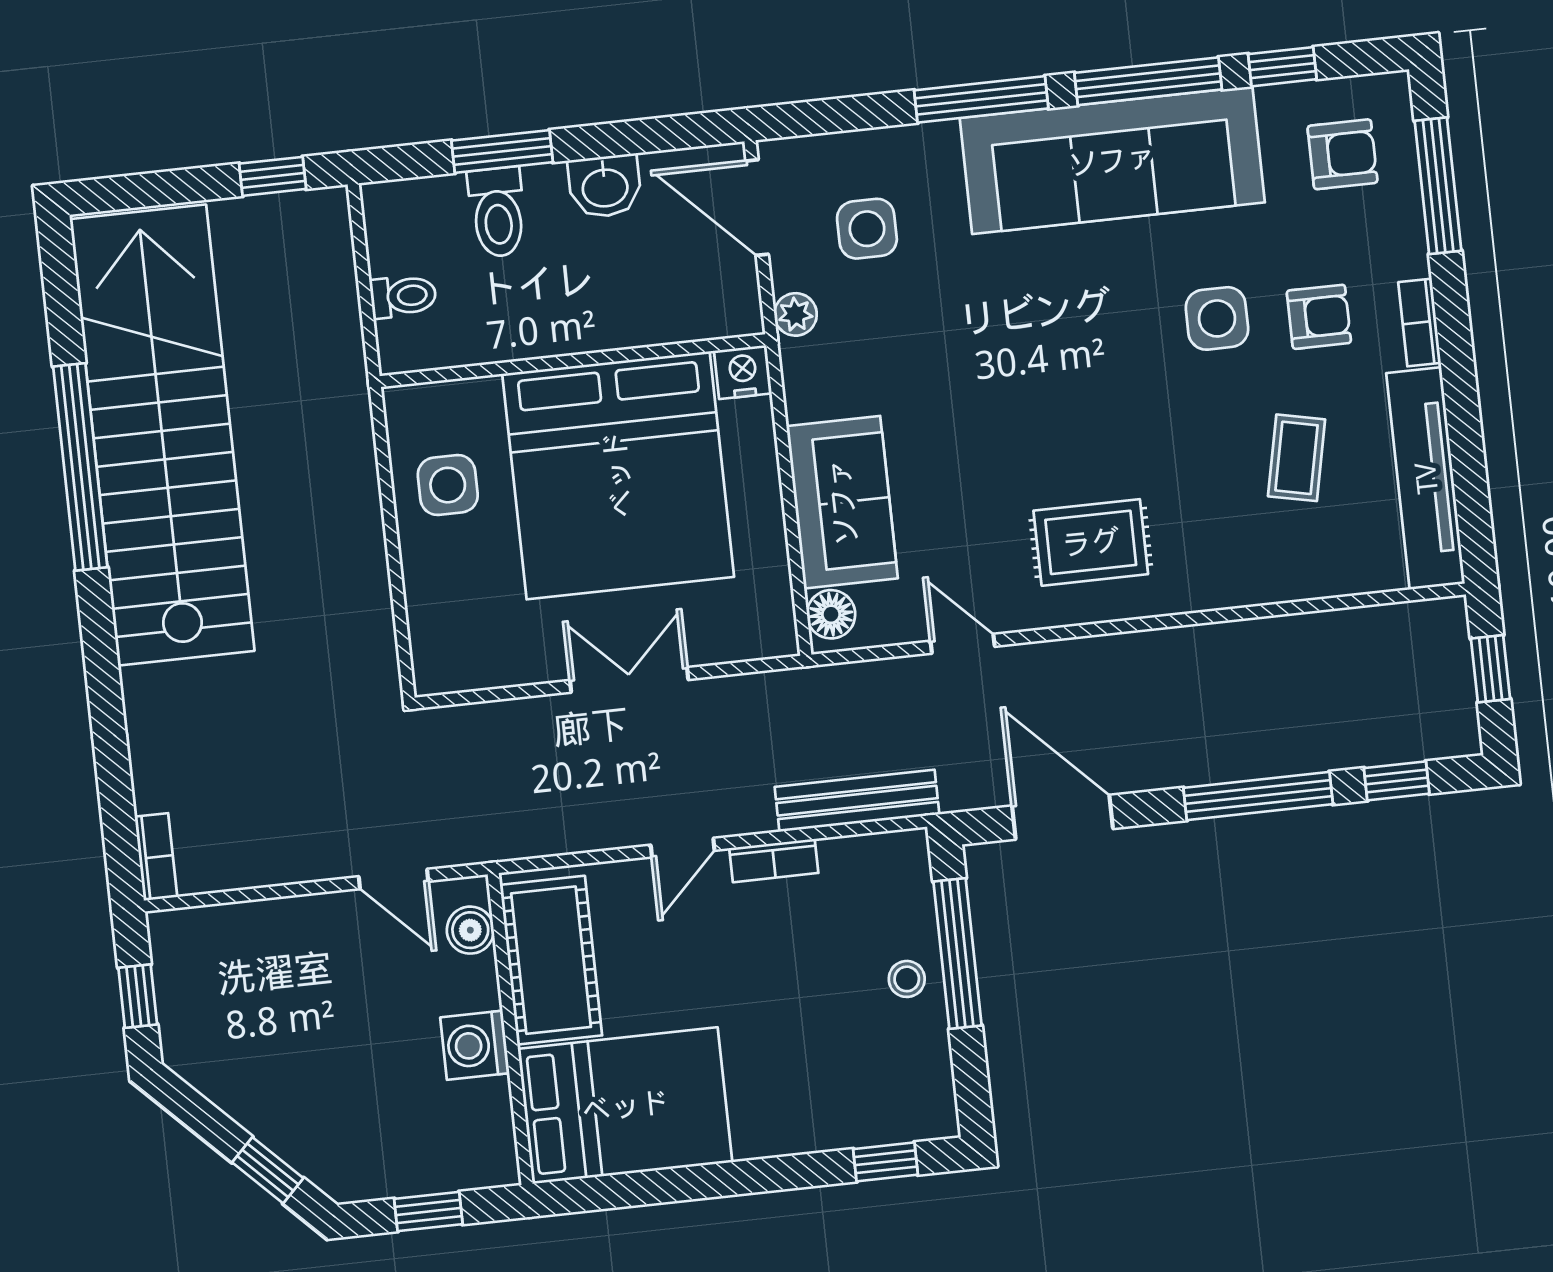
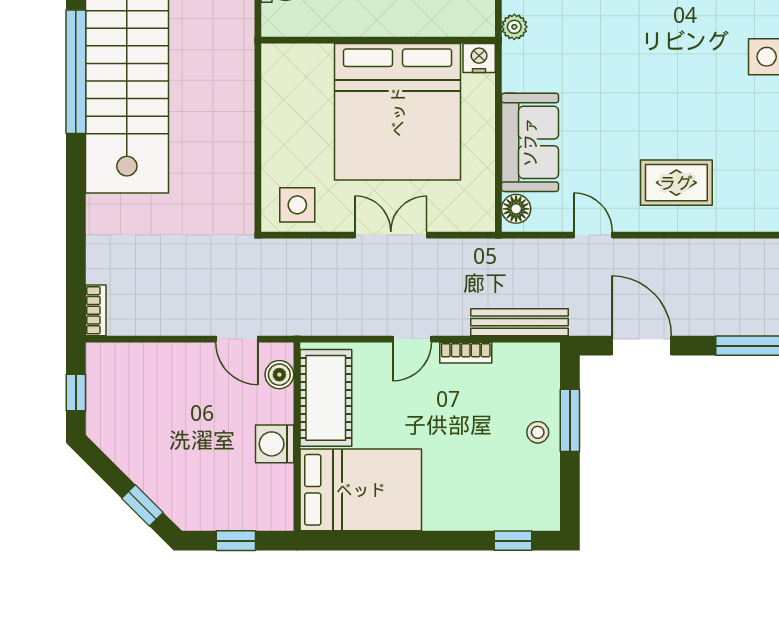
side table: (448, 485) -> (297, 205), moved
window: (957, 953) -> (570, 420), width x0.69

